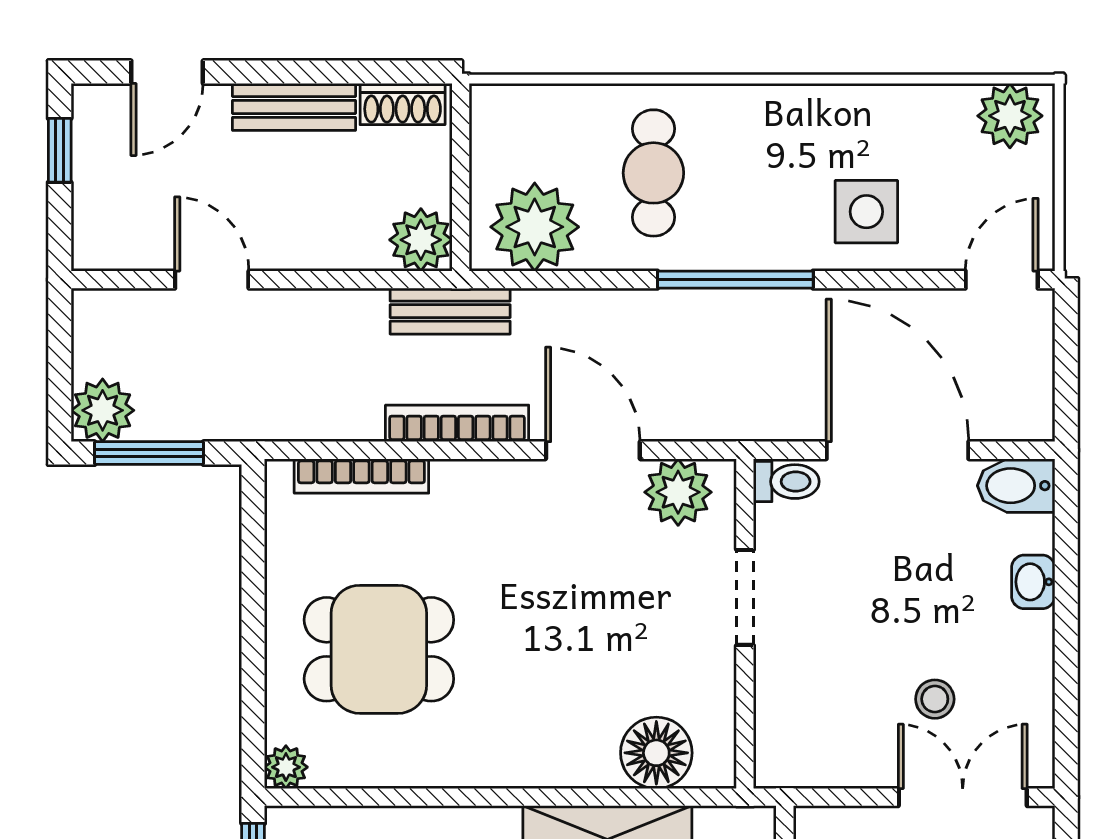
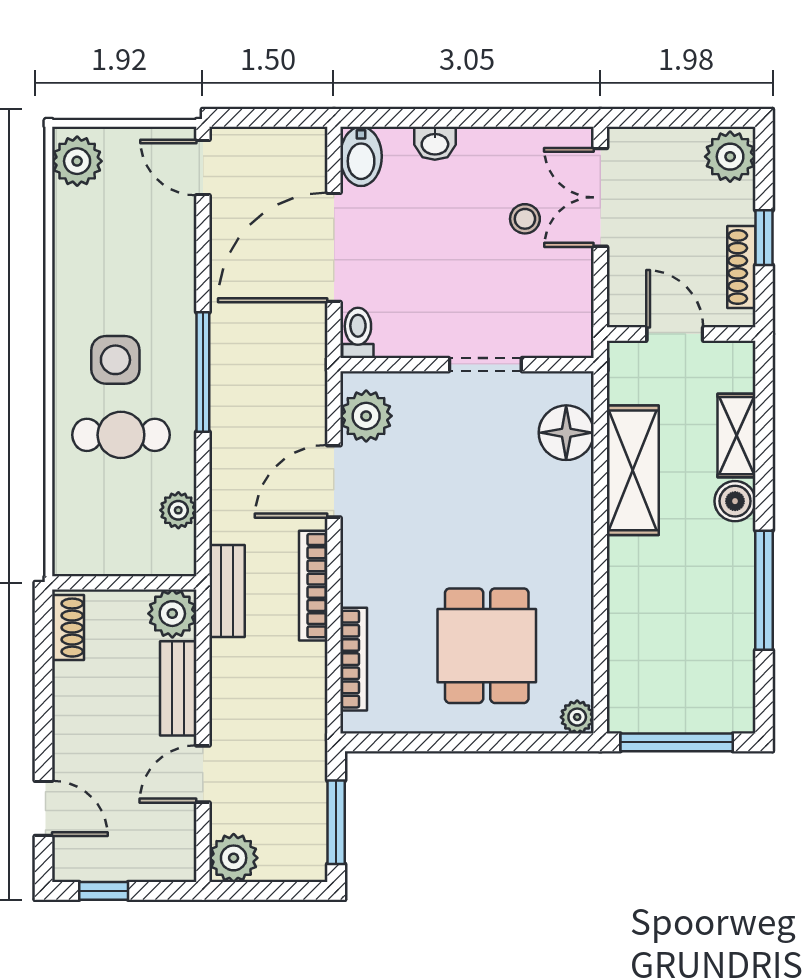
bench: (294, 107) -> (178, 688), moved
side table: (866, 212) -> (115, 360), moved
plant: (535, 227) -> (178, 510), width x0.53, depth x0.53
plant: (103, 410) -> (234, 858), moved
doorway: (745, 597) -> (485, 365), moved

